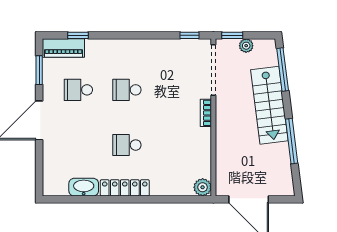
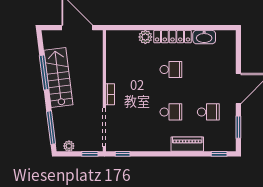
window: (78, 35) -> (219, 154), moved
plant: (246, 46) -> (69, 146), moved
piano: (63, 48) -> (187, 144), moved
stairs: (269, 105) -> (58, 78), moved
plant: (203, 187) -> (145, 37), moved

